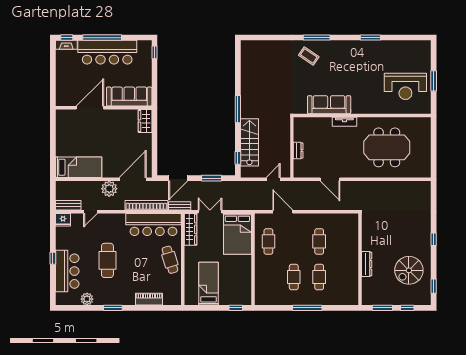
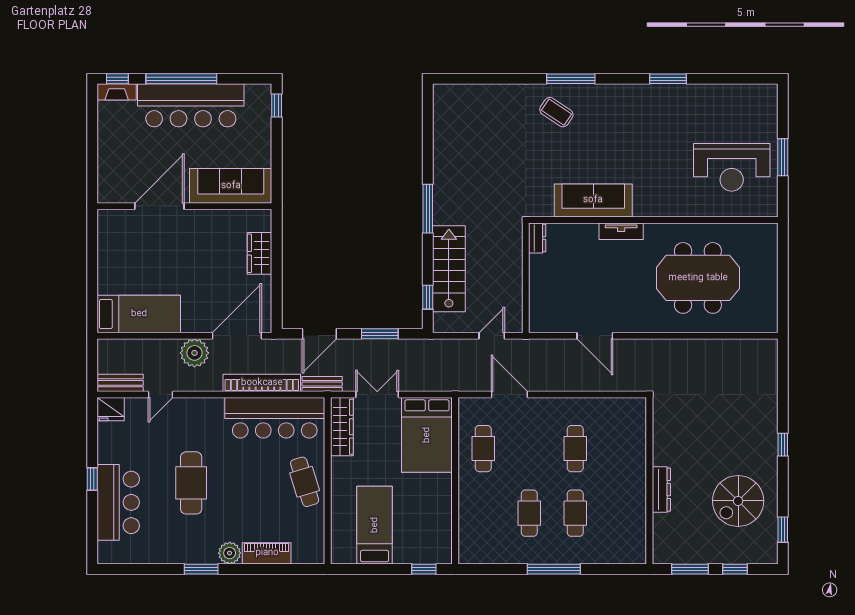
wardrobe: (145, 121) -> (260, 253), moved
dresser: (298, 151) -> (537, 238), moved
plant: (87, 299) -> (230, 553), moved

